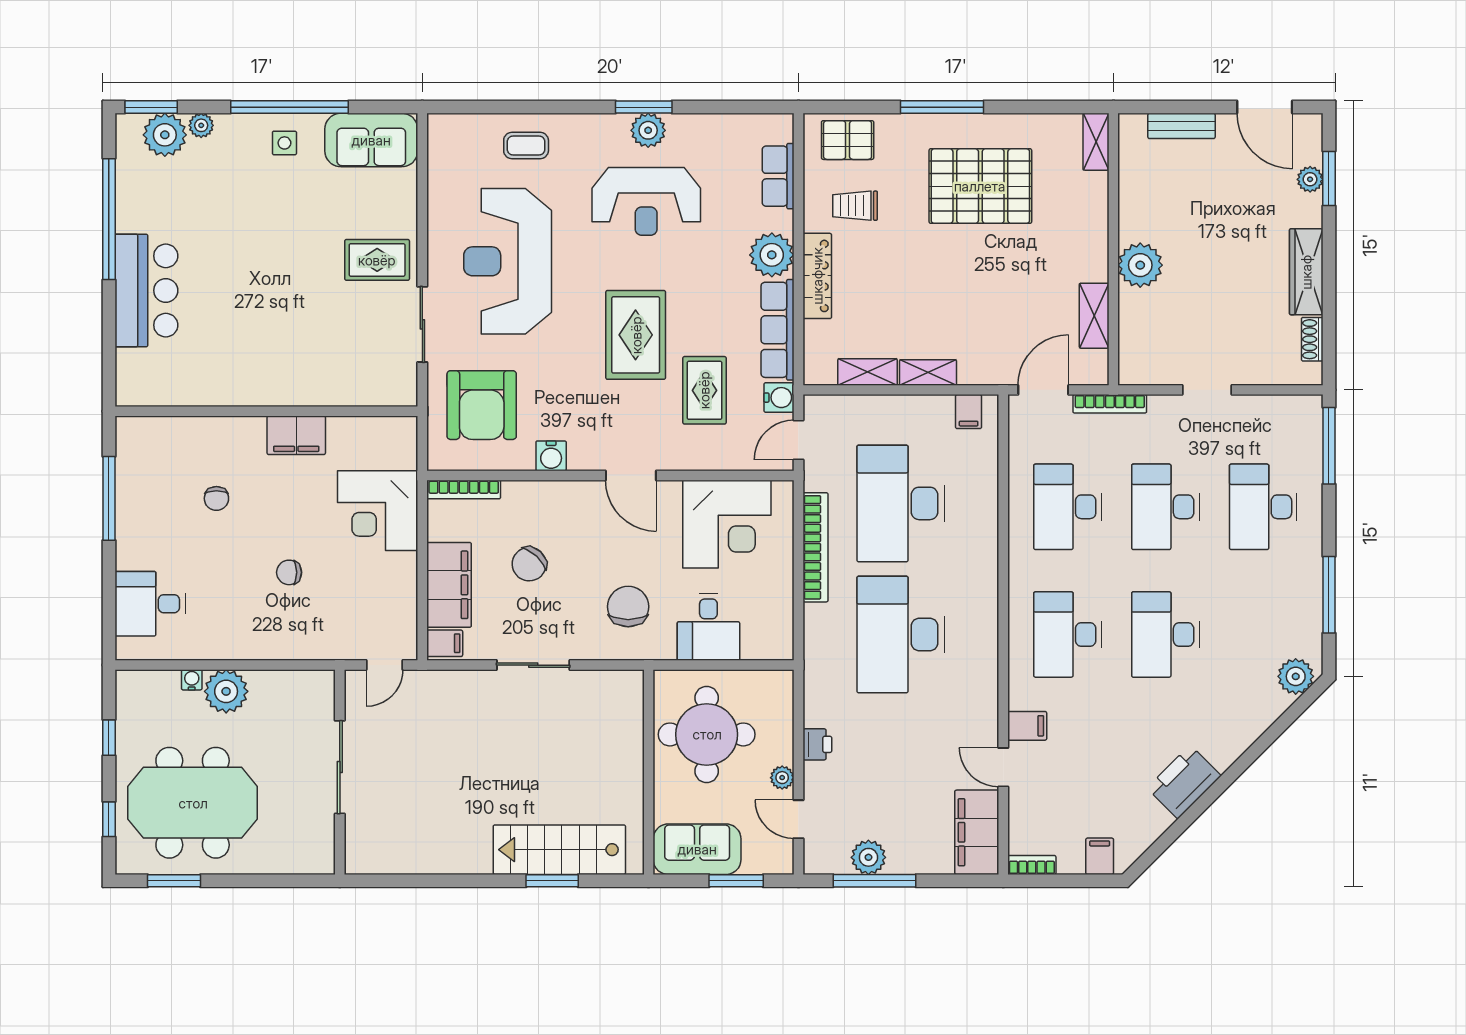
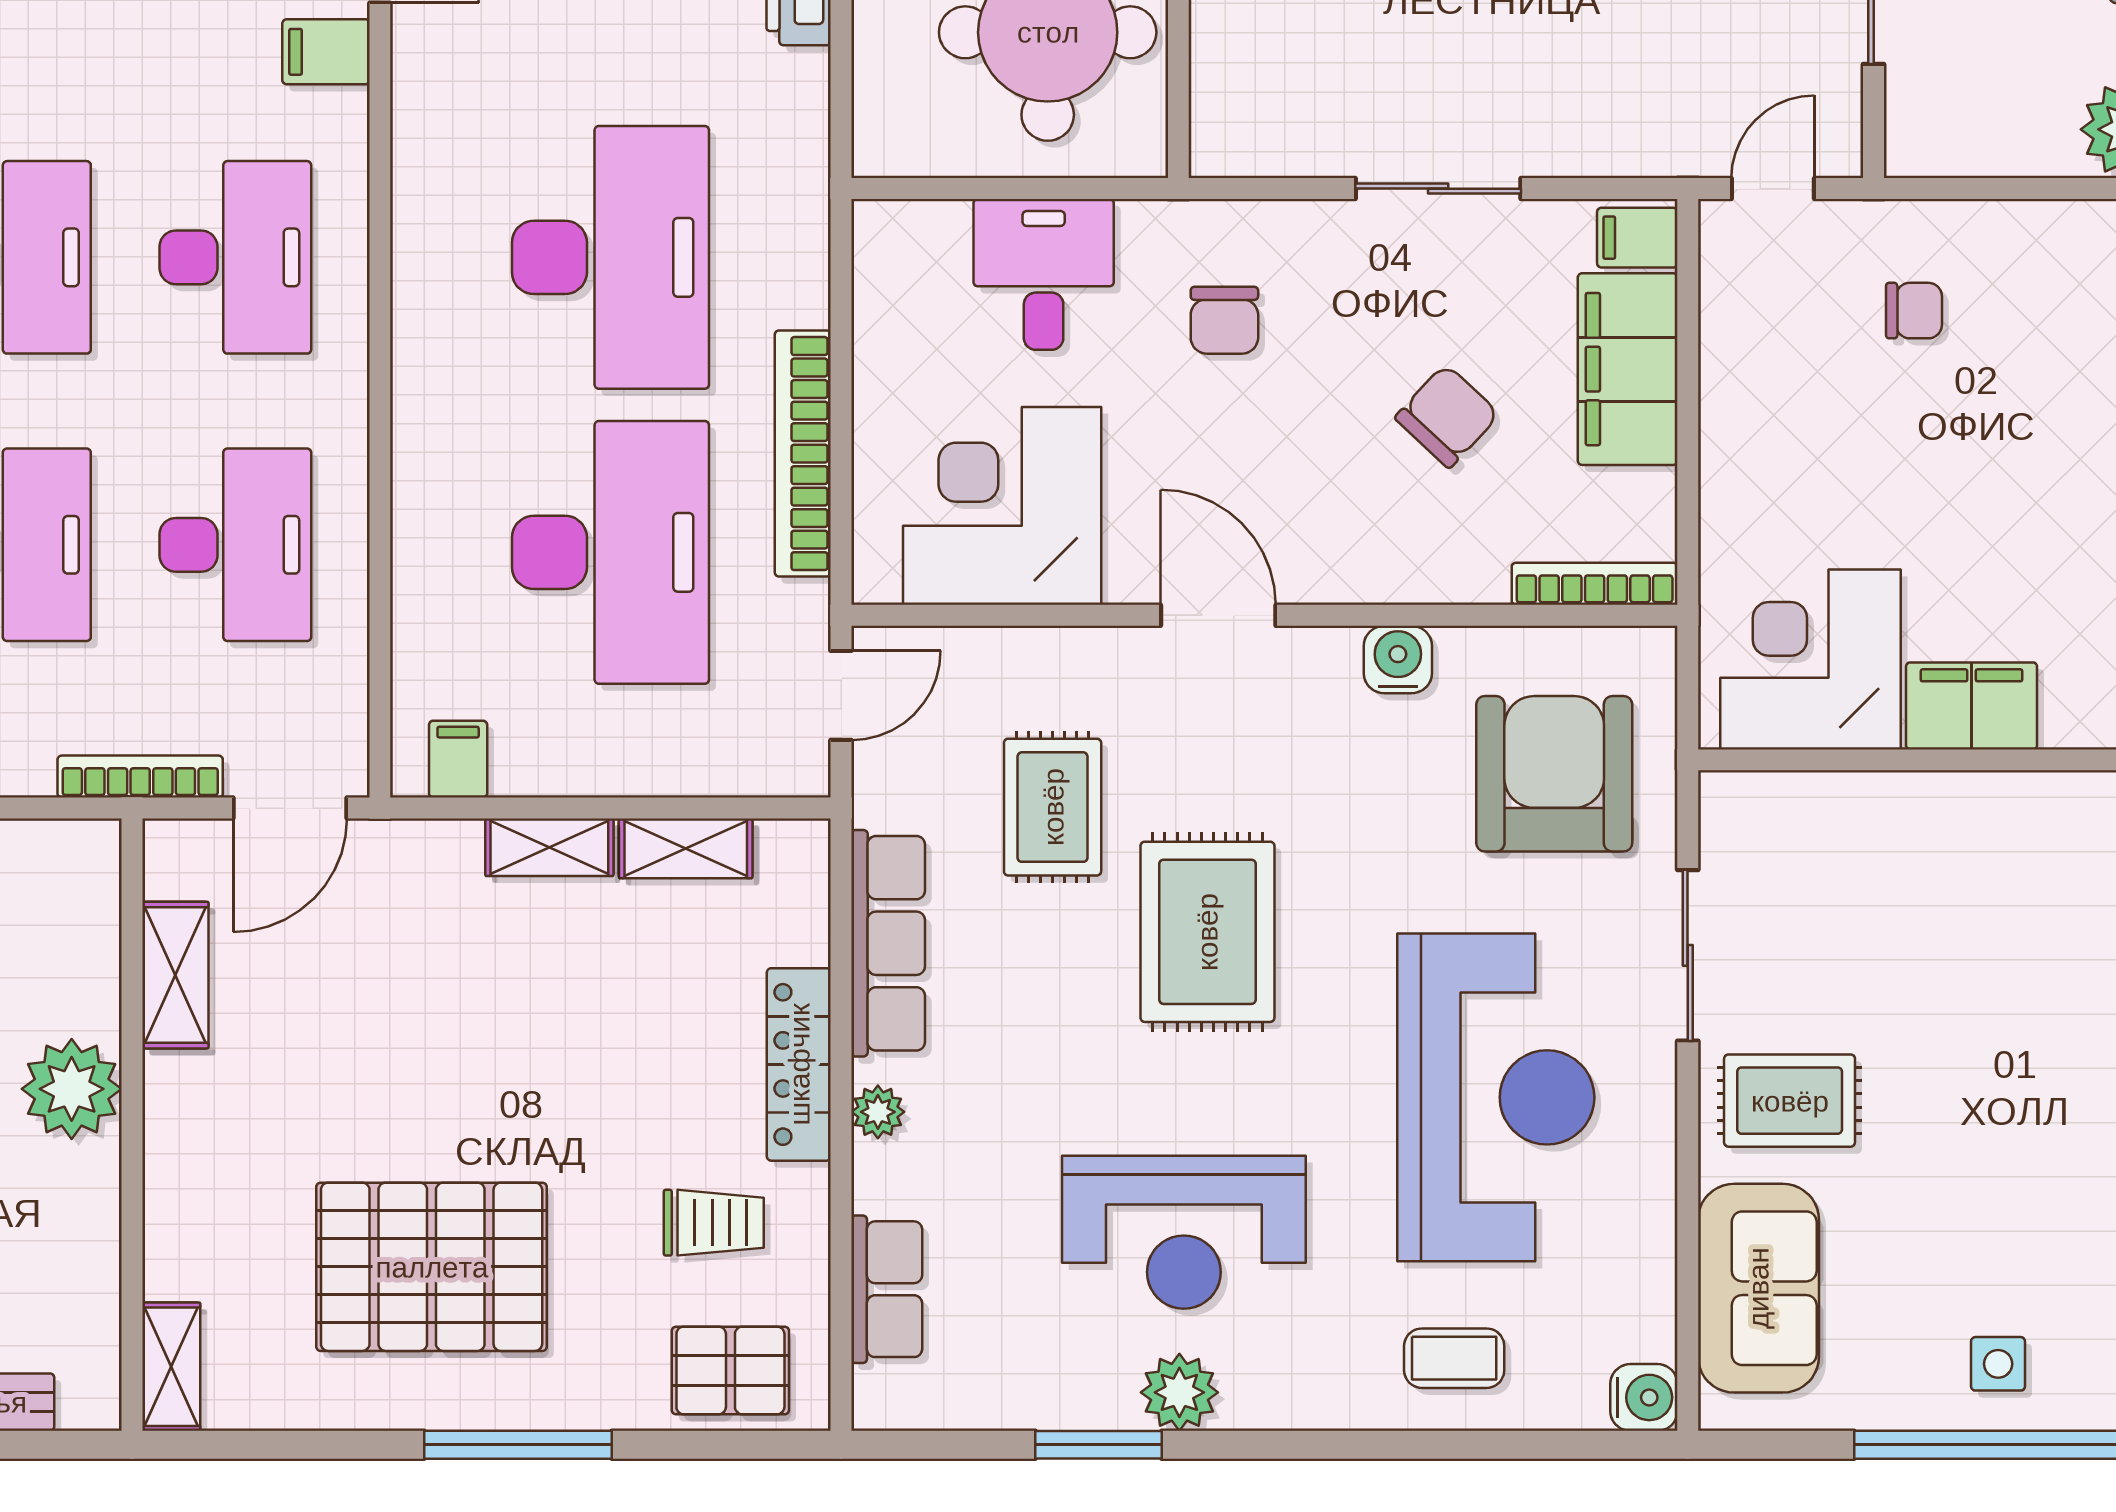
window: (644, 107) -> (1098, 1445), moved
sofa: (371, 140) -> (1758, 1288), moved, turned 90
reception desk: (646, 201) -> (1184, 1232), turned 180
plant: (772, 255) -> (878, 1112), width x0.53, depth x0.53
water cooler: (779, 398) -> (1644, 1397), moved, turned 180
corner desk: (378, 511) -> (1811, 660), moved, turned -90
chair: (289, 572) -> (1914, 311), moved
chair: (628, 607) -> (1224, 320), width x0.73, depth x0.73

